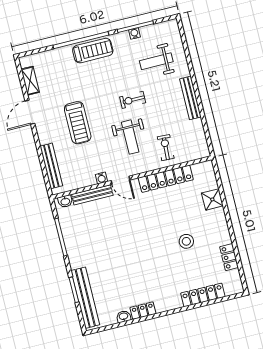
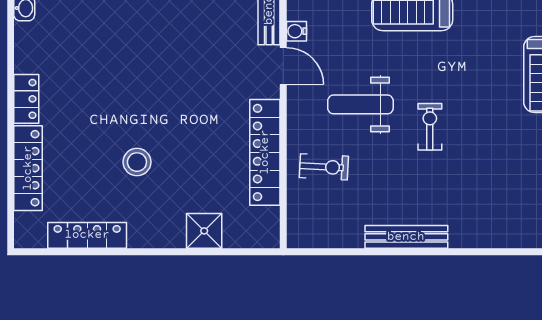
weight bench: (156, 61) -> (492, 189), removed
door: (120, 180) -> (283, 66), swing flipped
locker: (229, 257) -> (87, 235), width x1.53
locker: (143, 311) -> (26, 99), moved

